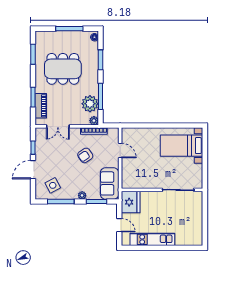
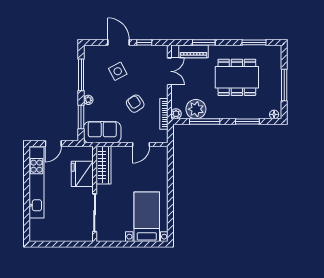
dining table: (63, 69) -> (237, 77), turned 90
double door: (58, 126) -> (169, 71), swing flipped
wardrobe: (138, 182) -> (104, 165), added
side table: (53, 185) -> (118, 71), moved
fridge: (131, 202) -> (82, 174), moved, turned 90
kitchen unit: (152, 239) -> (37, 183), width x1.36

